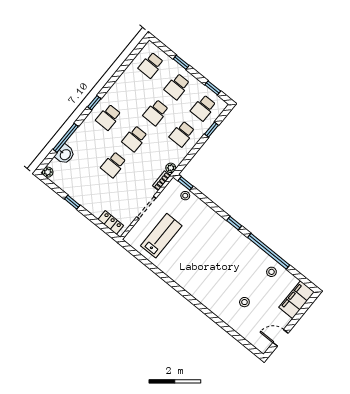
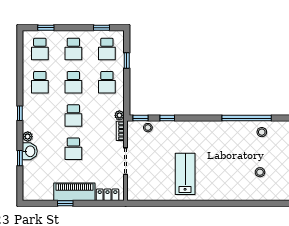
window: (181, 62) -> (46, 28), moved
school desk: (108, 117) -> (40, 82), moved
window: (66, 138) -> (20, 158), width x0.46
washbasin: (65, 154) -> (30, 151), moved
plant: (48, 172) -> (28, 137), moved
piano: (87, 199) -> (74, 192), added
window: (234, 223) -> (167, 118), moved
lab bench: (161, 236) -> (185, 174), moved

